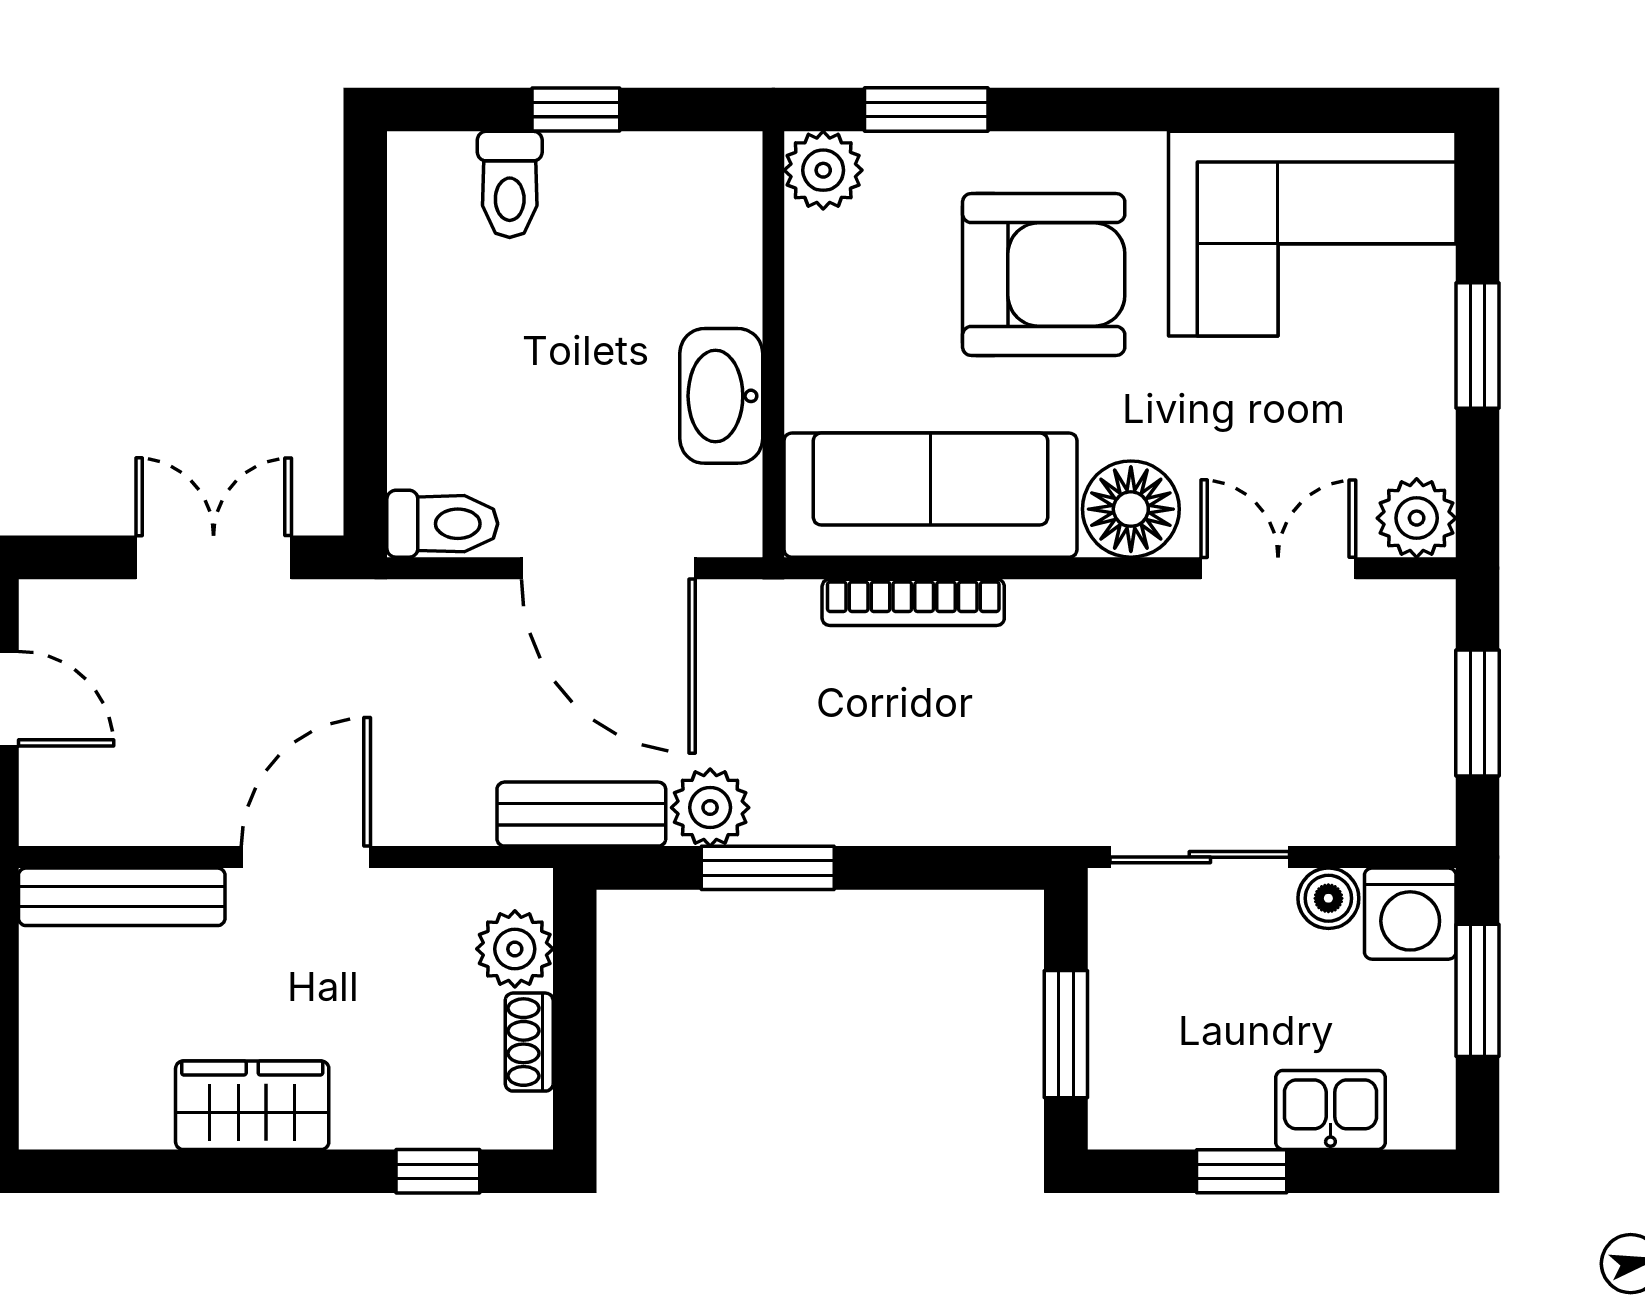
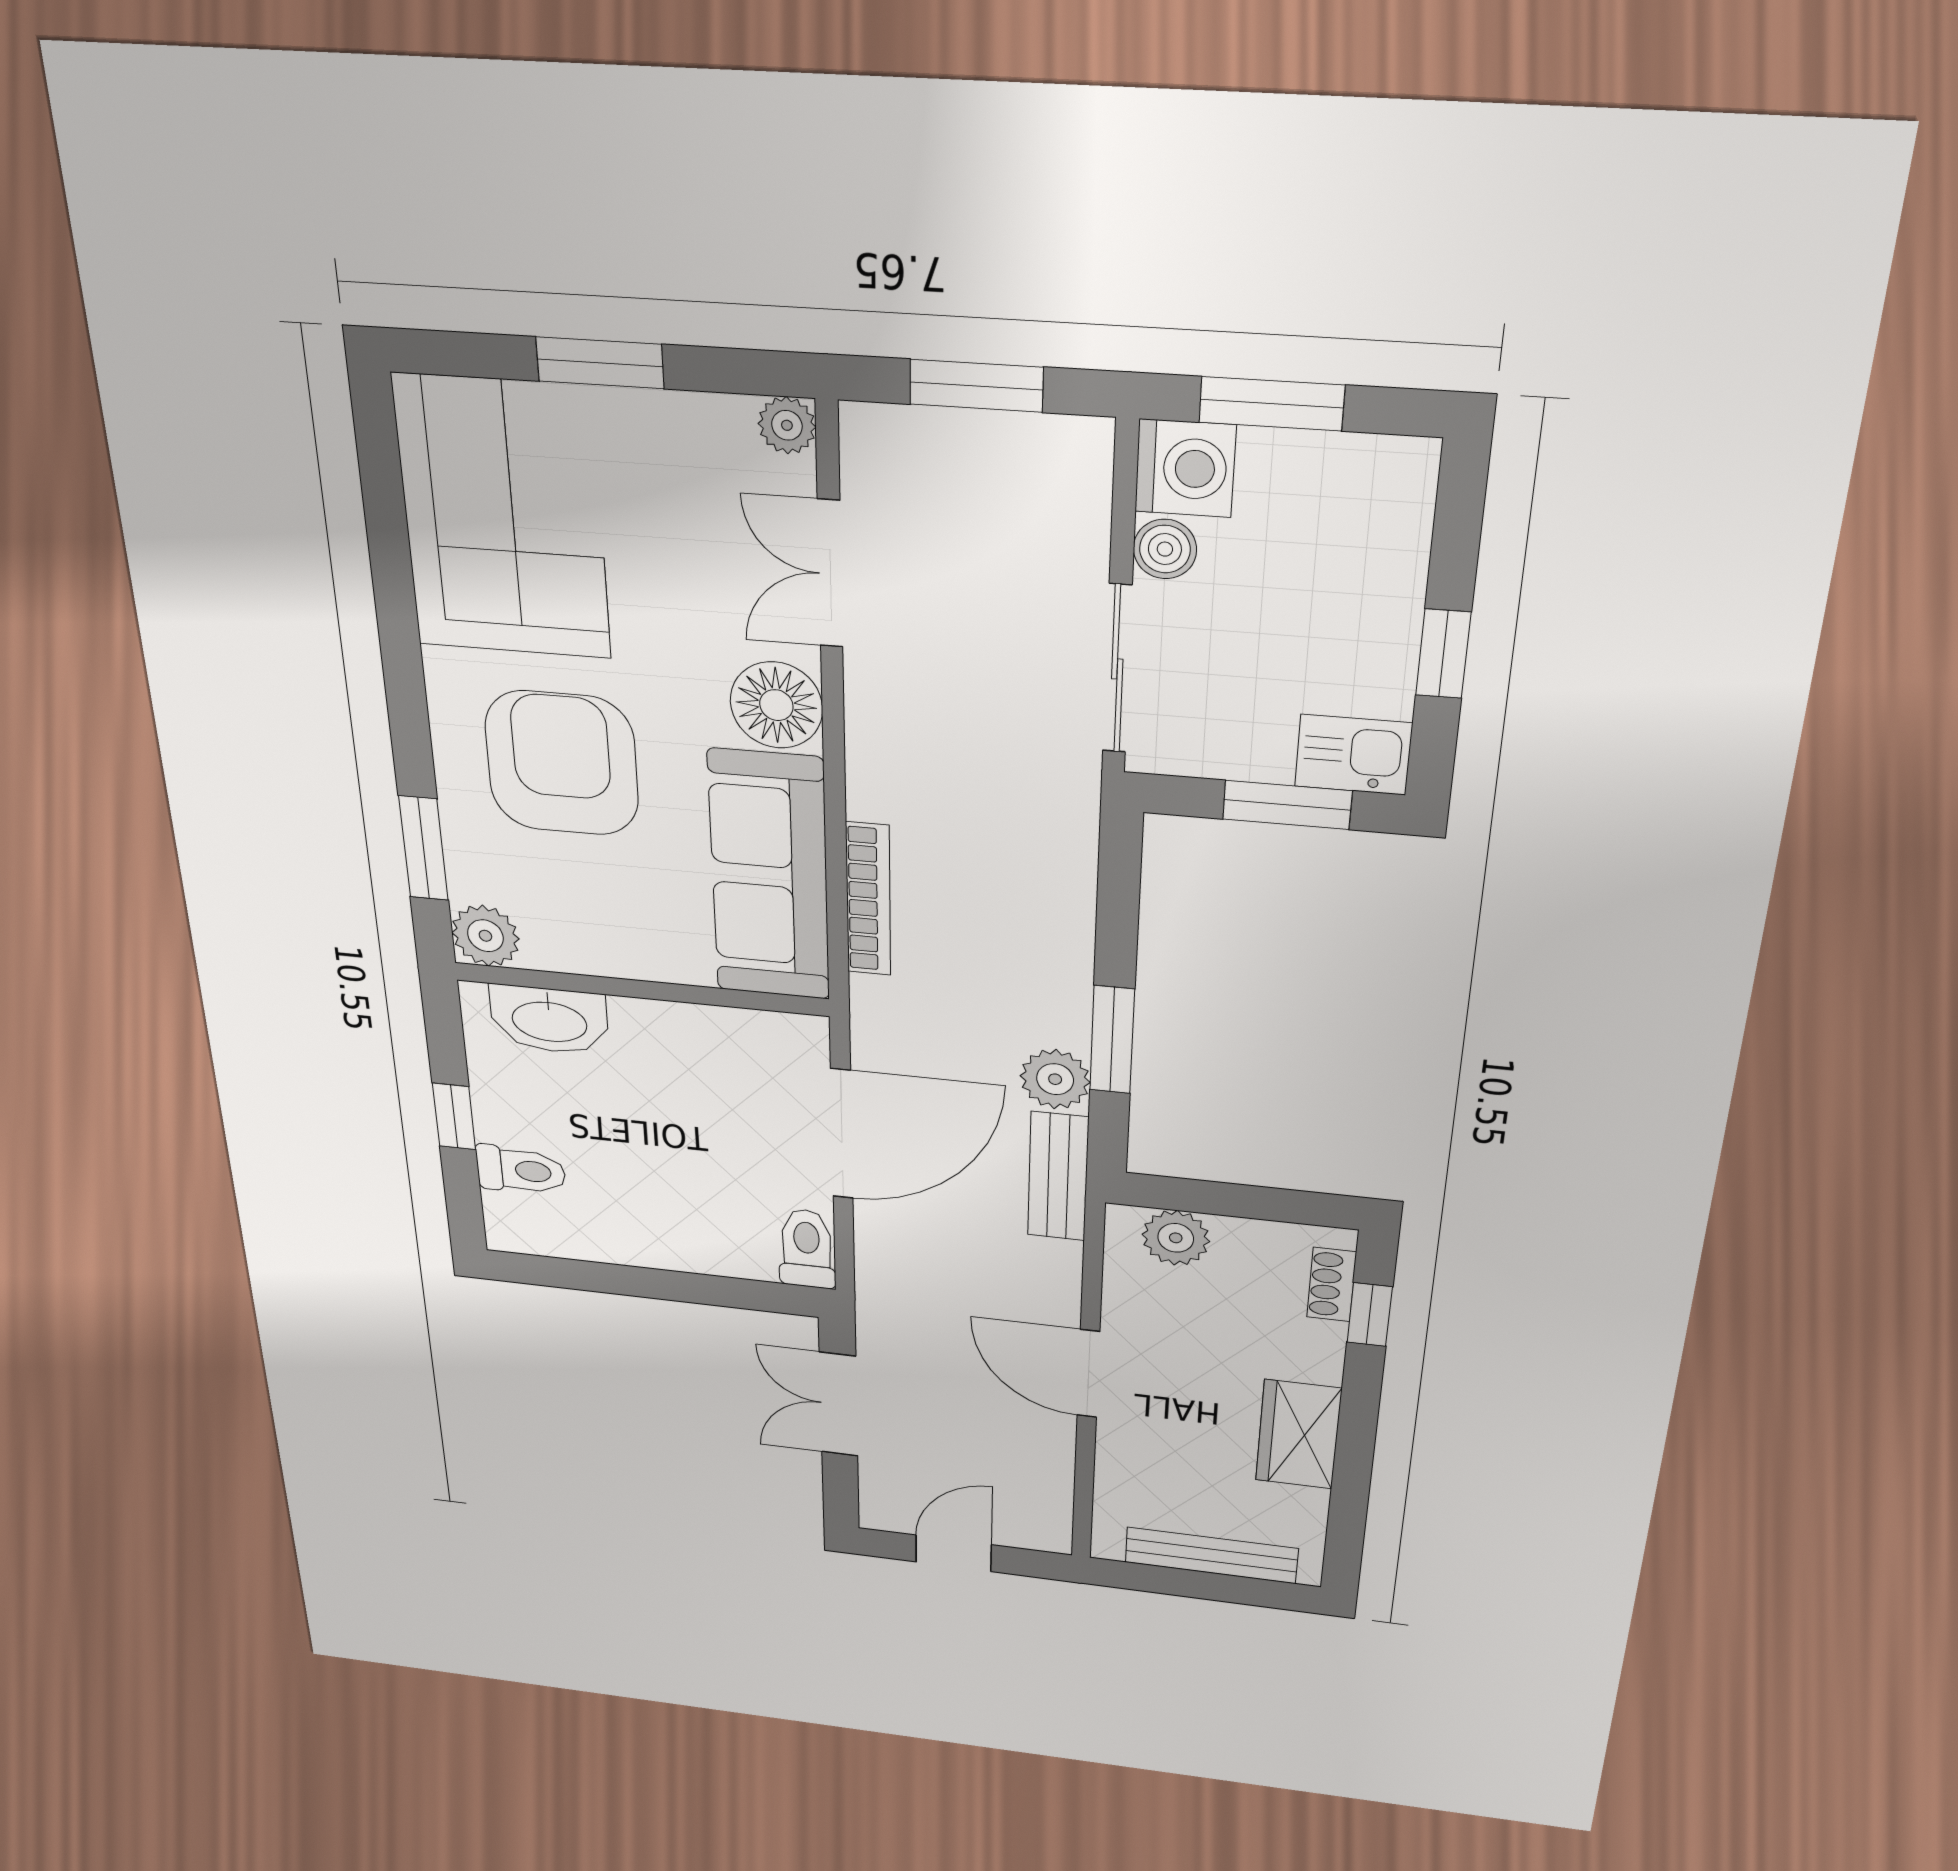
washbasin: (721, 396) -> (549, 1020), moved
plant: (1417, 518) -> (787, 425), width x0.73, depth x0.73
bench: (122, 897) -> (1211, 1555), moved, turned 90
shoe rack: (529, 1042) -> (1331, 1285), moved, turned 90
kitchen sink: (1330, 1110) -> (1353, 755), moved, turned 90

